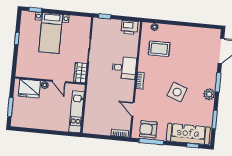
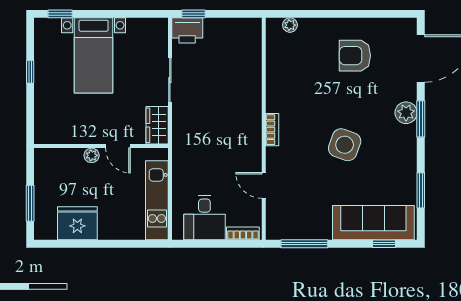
printer: (129, 27) -> (187, 30), moved
rug: (159, 49) -> (303, 66), removed
desk: (124, 68) -> (204, 218), moved, turned 90
fridge: (29, 89) -> (77, 223), moved, turned 180
plant: (209, 94) -> (406, 113), moved
armchair: (148, 129) -> (355, 56), moved

